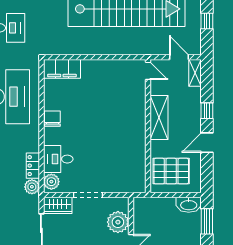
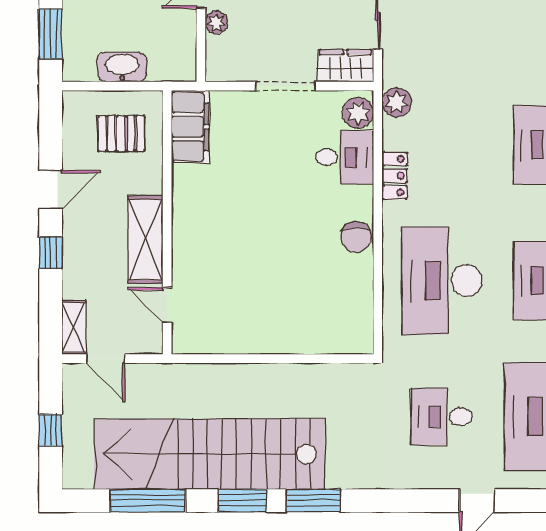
filing cabinet: (62, 69) -> (190, 127), moved, turned 90
door: (148, 71) -> (167, 305), moved
locker: (33, 166) -> (395, 176), moved
pallet: (171, 171) -> (121, 133), width x0.67, depth x0.71
washbasin: (189, 205) -> (122, 67), moved
plant: (118, 222) -> (216, 23), width x0.53, depth x0.53

